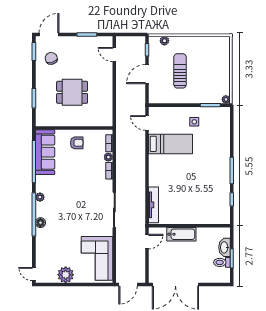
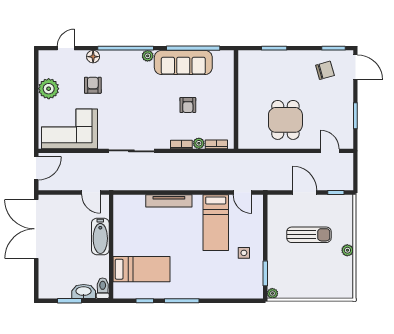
plant: (164, 41) -> (347, 250), moved
door: (114, 55) -> (330, 151), hinge flipped
dining table: (72, 92) -> (285, 120), moved
door: (147, 123) -> (242, 192), swing flipped
armchair: (77, 143) -> (188, 105), moved
sofa: (45, 152) -> (183, 62), moved
bed: (207, 202) -> (142, 269), added
tv unit: (153, 205) -> (169, 201), moved
floor lamp: (40, 223) -> (93, 57), moved
armchair: (63, 240) -> (93, 85), added
toilet: (222, 262) -> (103, 288), moved
door: (34, 274) -> (66, 48), moved
door: (128, 284) -> (36, 168), swing flipped

